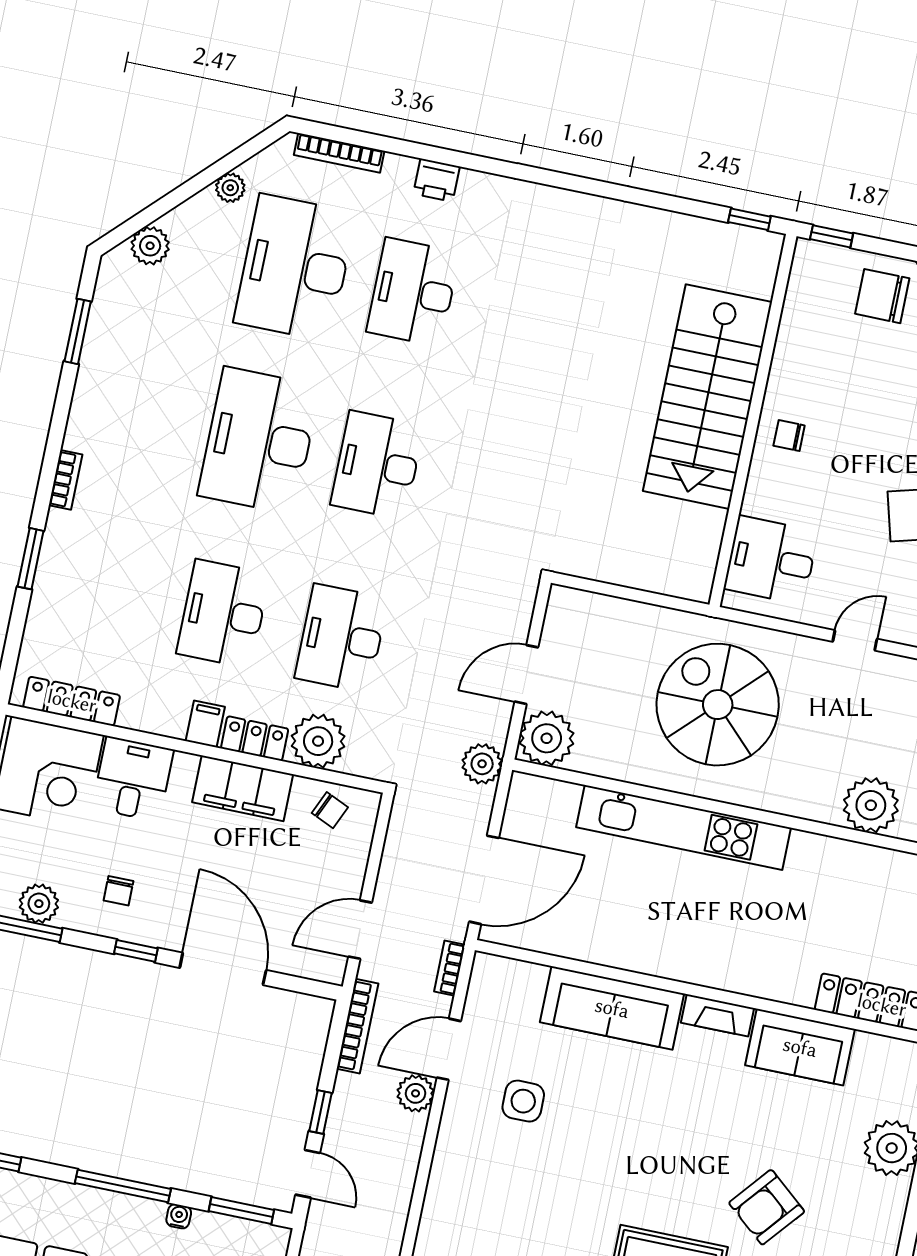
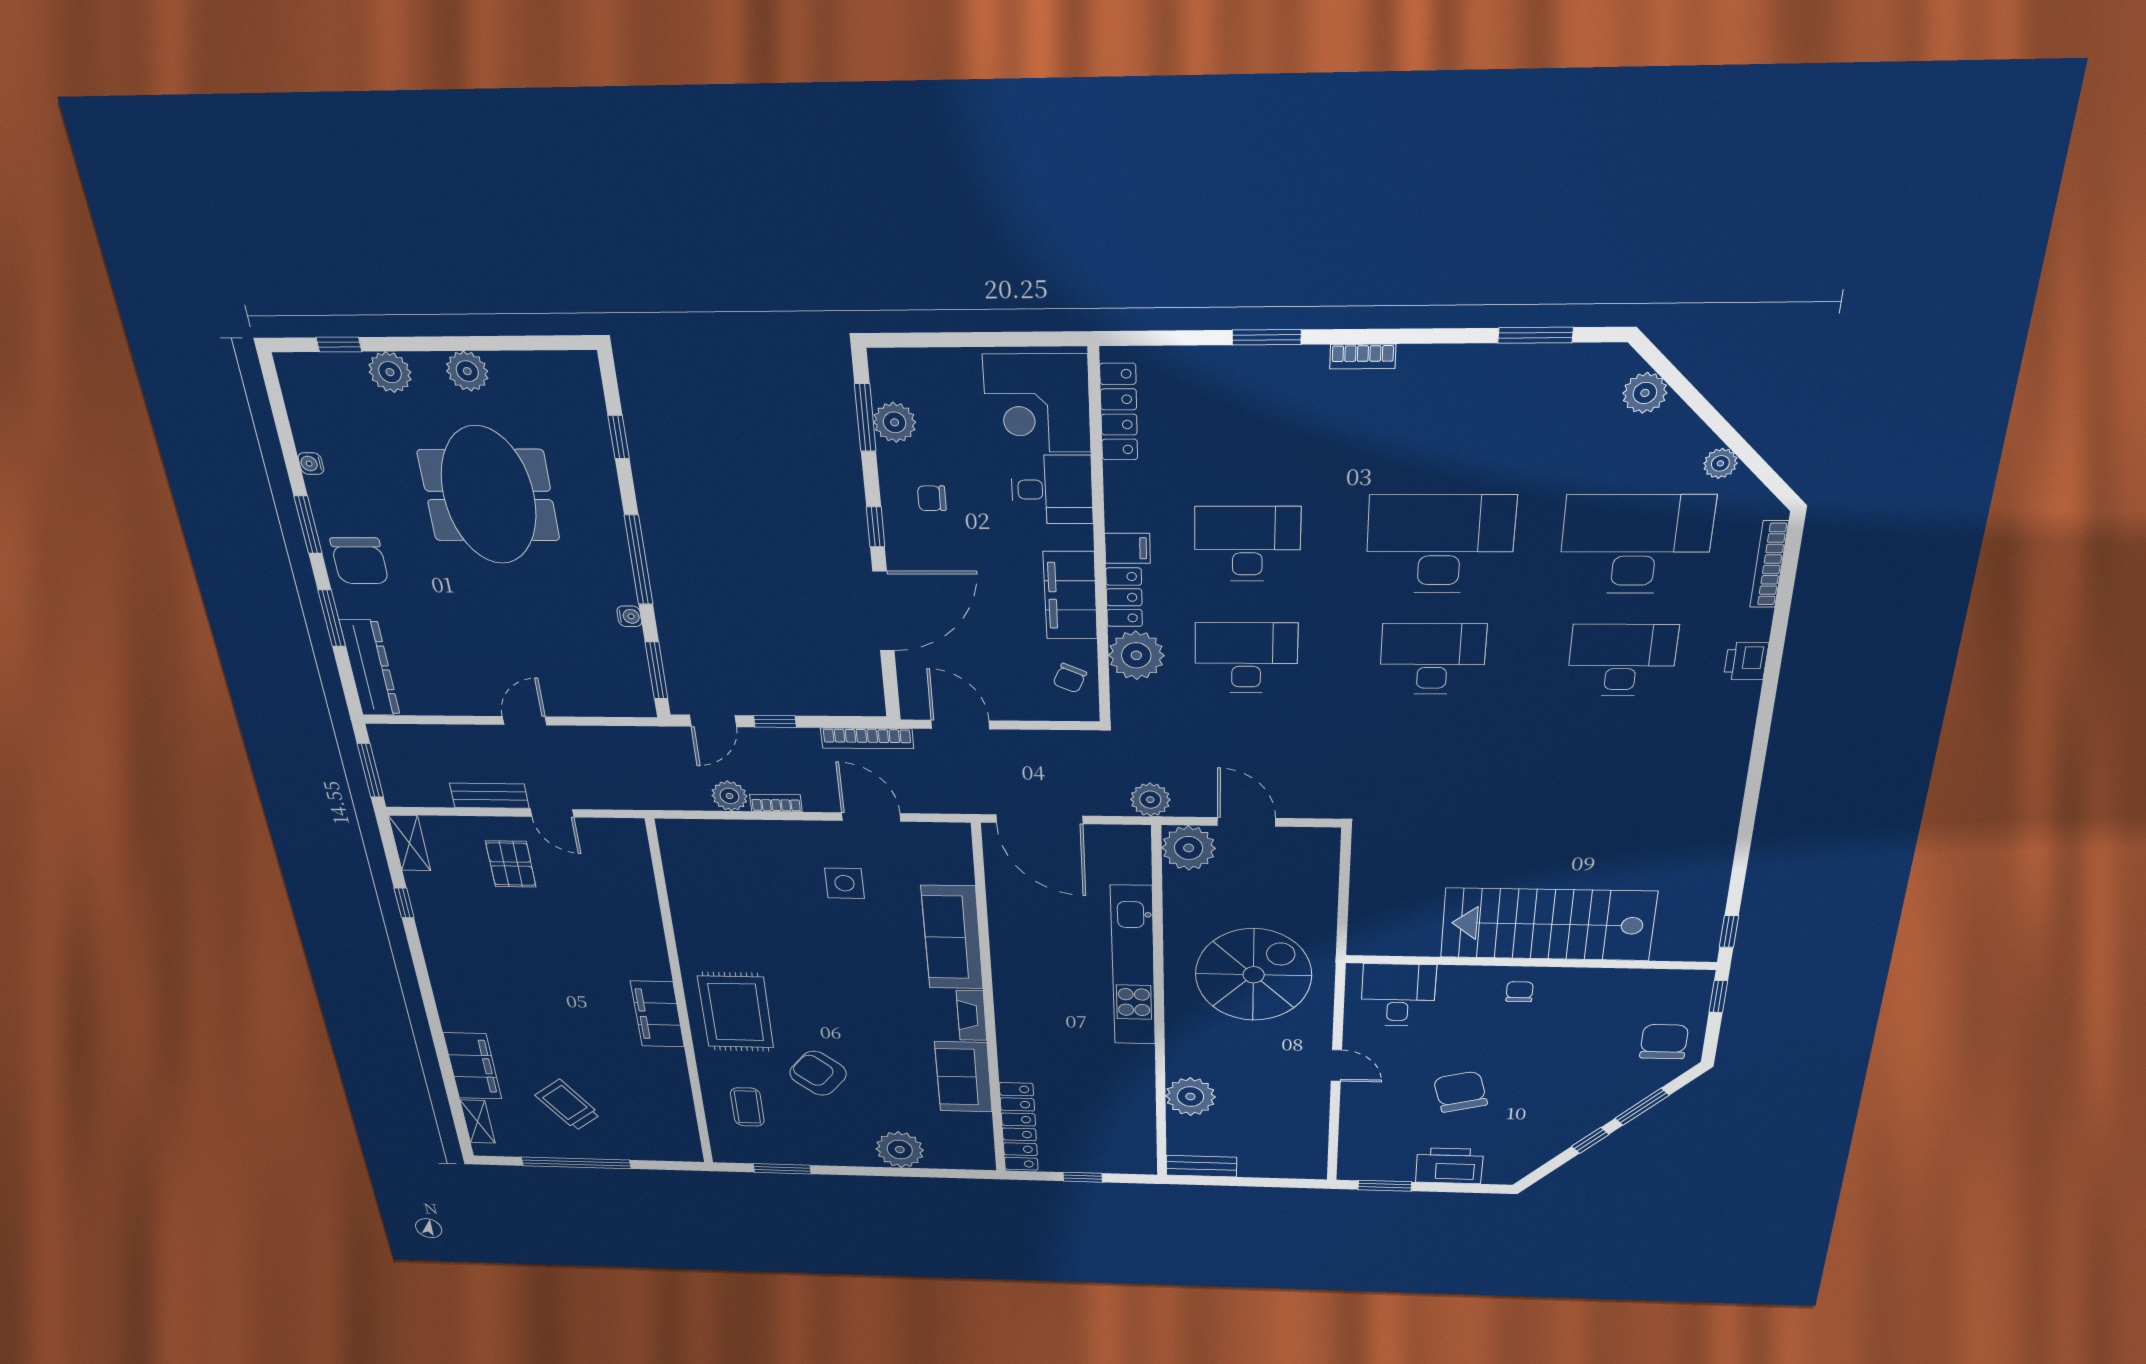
bookcase: (450, 968) -> (776, 803), moved
plant: (416, 1093) -> (729, 796), moved

